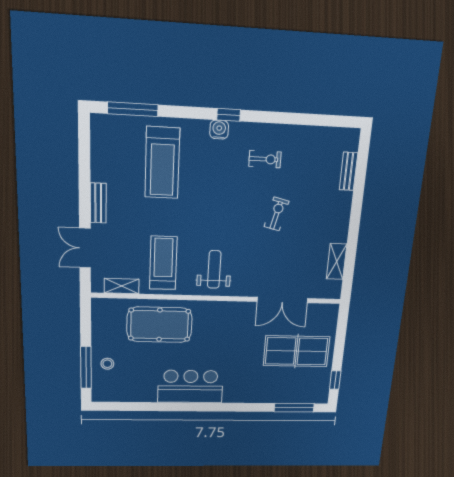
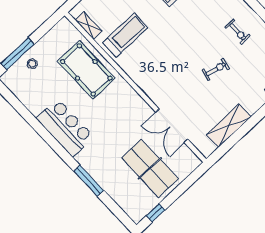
shelving: (337, 261) -> (229, 126), width x1.50, depth x1.33
weight bench: (214, 269) -> (150, 67), removed
window: (294, 408) -> (89, 181), moved

